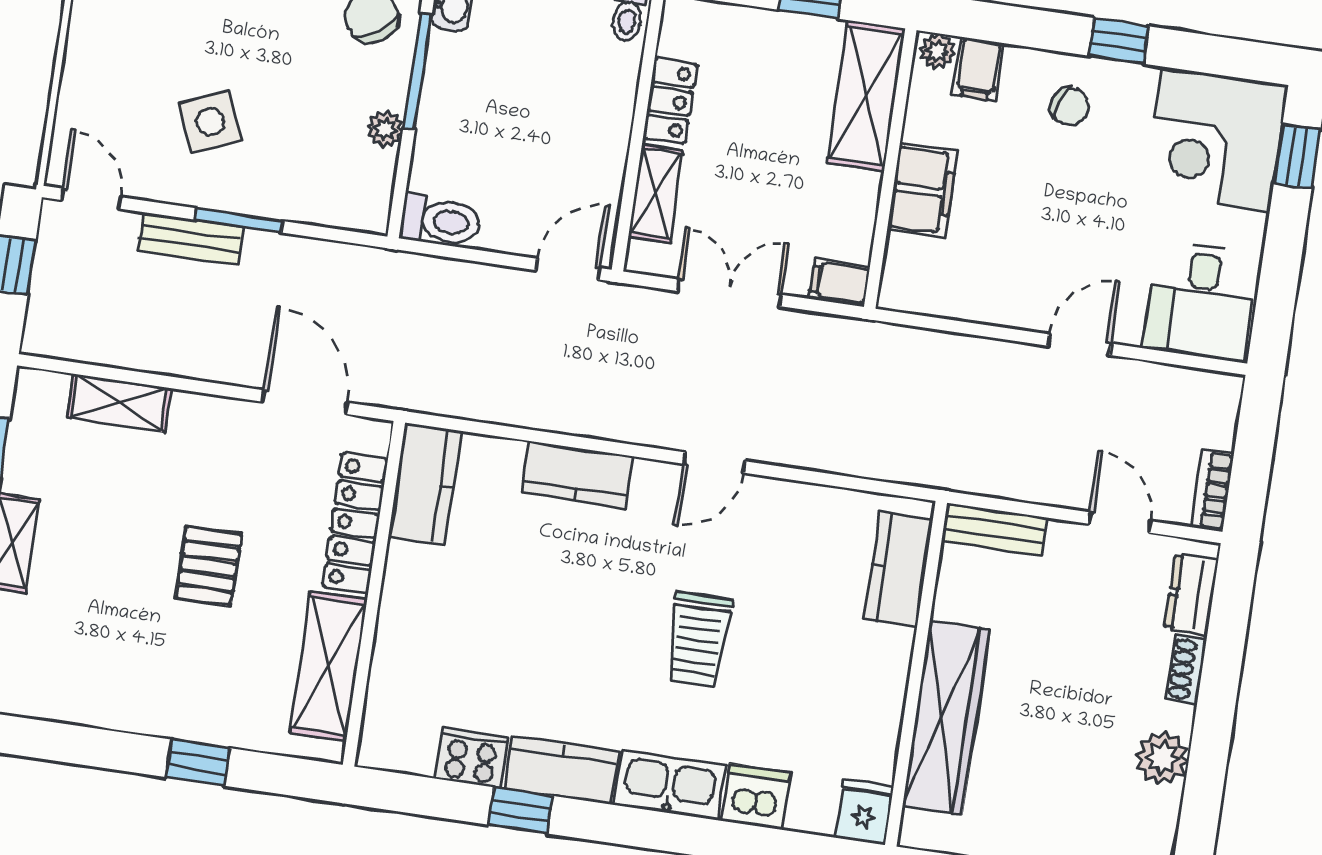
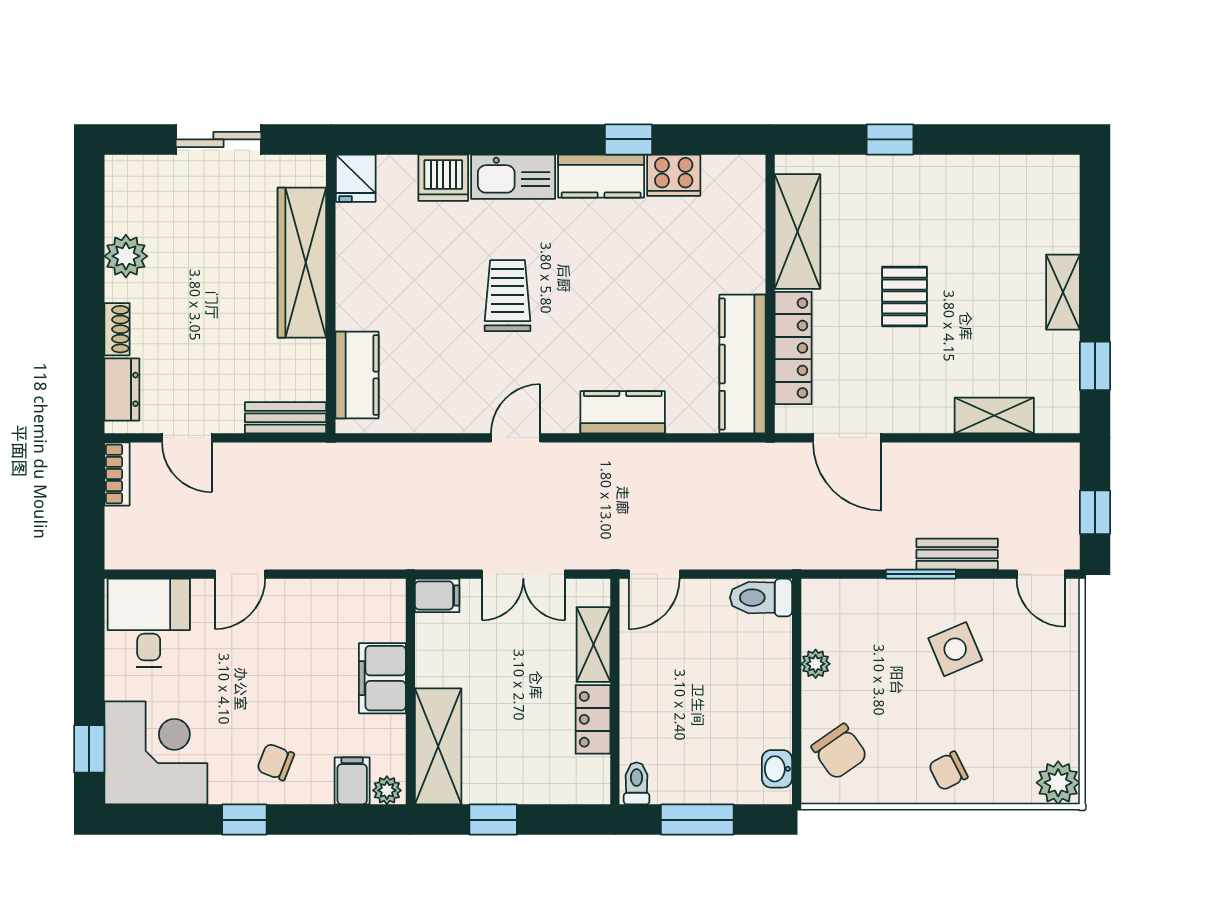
window: (418, 71) -> (797, 713), removed
kitchen counter: (425, 484) -> (742, 364), width x1.50

